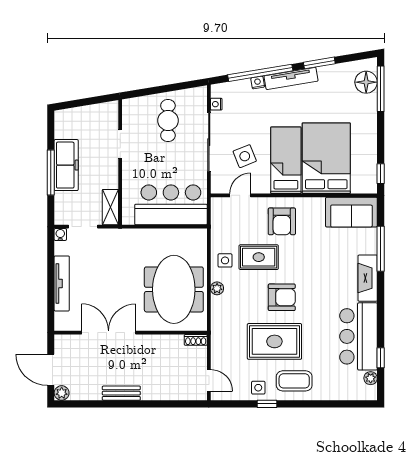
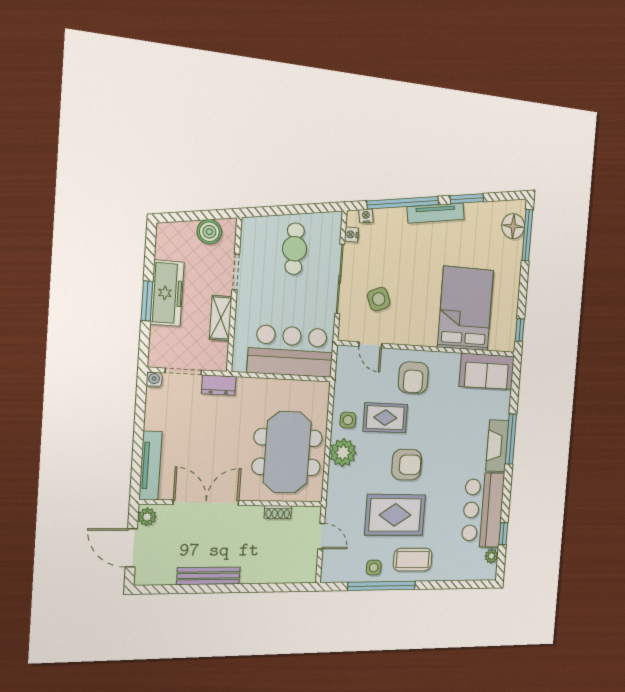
nightstand: (258, 83) -> (366, 216), moved
boiler: (97, 114) -> (209, 232), added
bed: (286, 160) -> (423, 308), removed
window: (51, 173) -> (147, 301), width x0.69
door: (240, 195) -> (370, 345), swing flipped
shelving: (110, 207) -> (221, 318), moved
dresser: (112, 236) -> (219, 385), added
window: (381, 249) -> (511, 439), moved
tv unit: (62, 283) -> (150, 466), moved
plant: (217, 288) -> (343, 453), width x1.88, depth x1.88
shoe rack: (196, 340) -> (278, 512), moved
door: (209, 380) -> (321, 536), moved
plant: (62, 393) -> (147, 517), moved
bench: (121, 393) -> (208, 576), width x1.36
window: (267, 404) -> (382, 586), width x3.17

